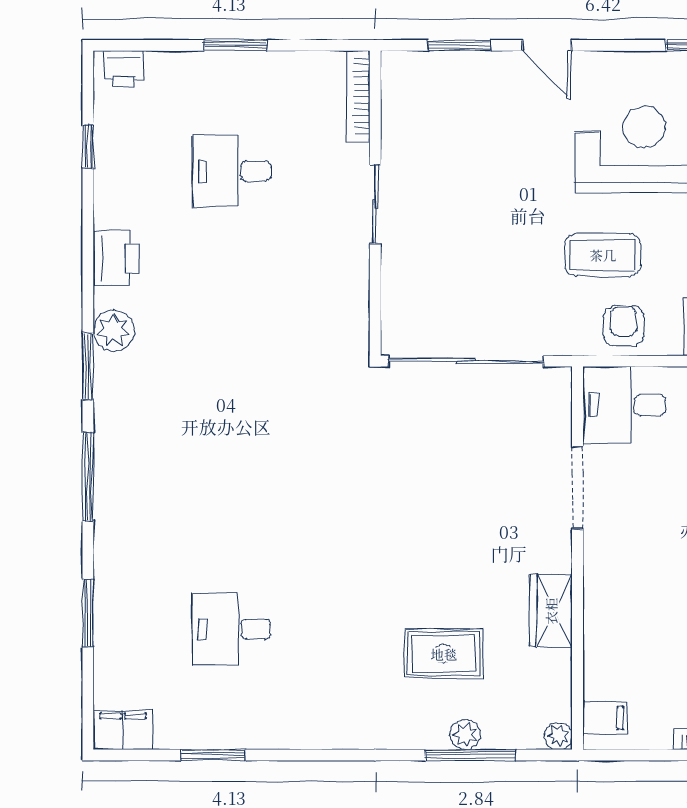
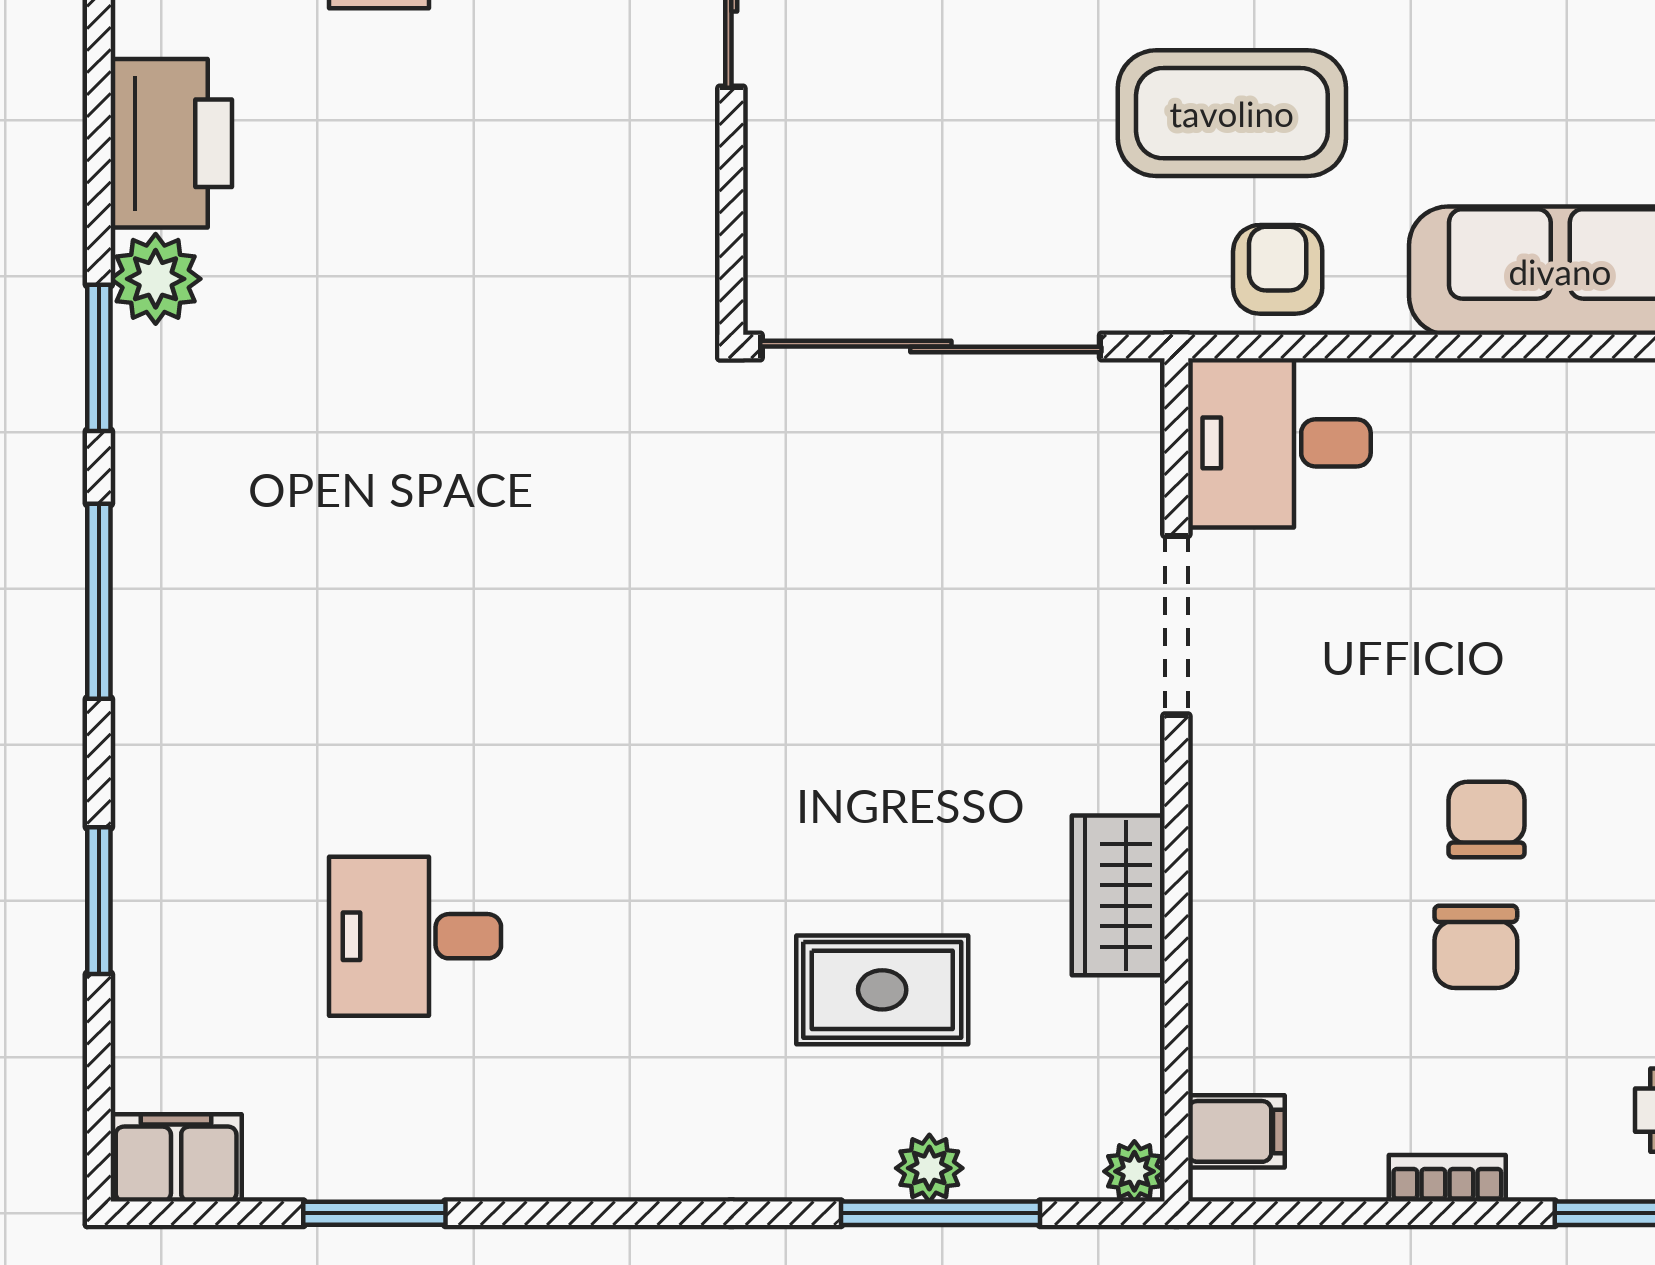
coffee table: (603, 255) -> (1232, 113), width x1.36, depth x1.32
printer: (116, 258) -> (171, 143), width x1.37, depth x1.19

